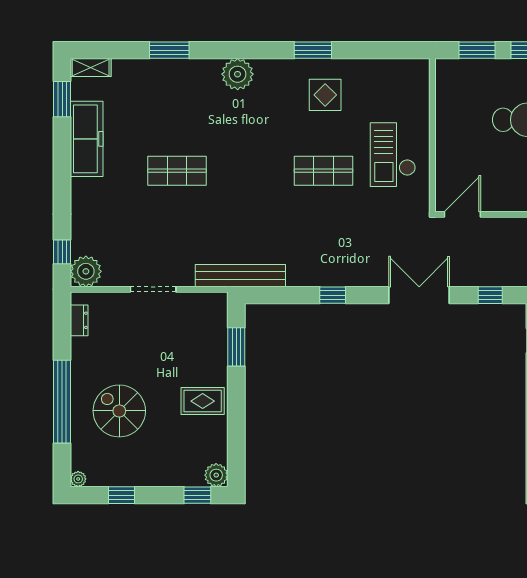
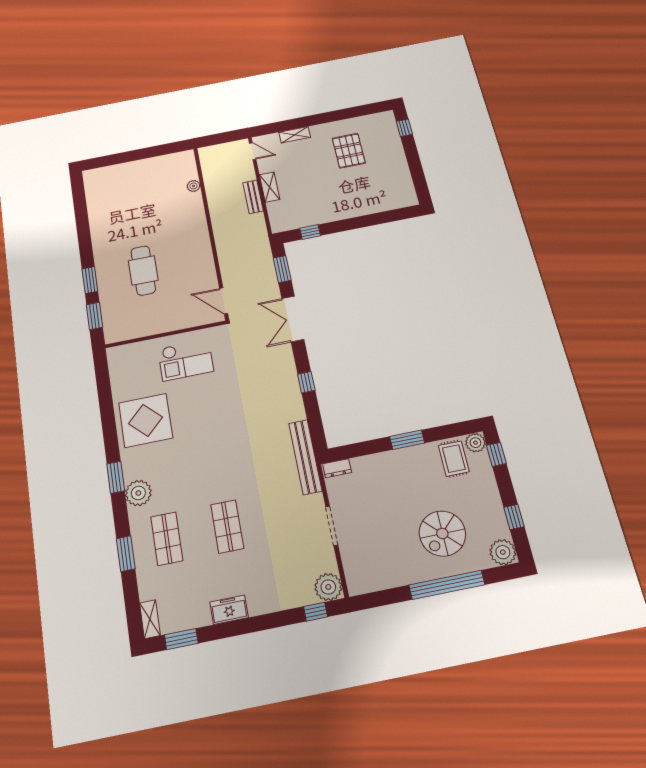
window: (313, 50) -> (116, 477), moved
display table: (325, 95) -> (146, 420), width x1.86, depth x1.86
freezer: (87, 139) -> (229, 610), width x0.52, depth x0.79
shop shelf: (323, 171) -> (167, 539), moved
window: (490, 295) -> (282, 269), width x1.50
dresser: (79, 320) -> (337, 468), moved, turned 180
window: (236, 347) -> (407, 440), moved
rug: (203, 401) -> (454, 459), moved
plant: (78, 479) -> (503, 552), width x1.88, depth x1.88

